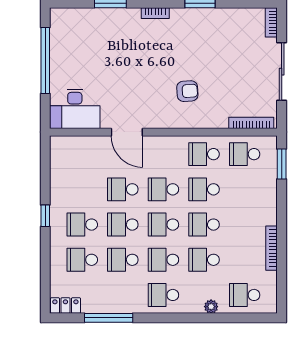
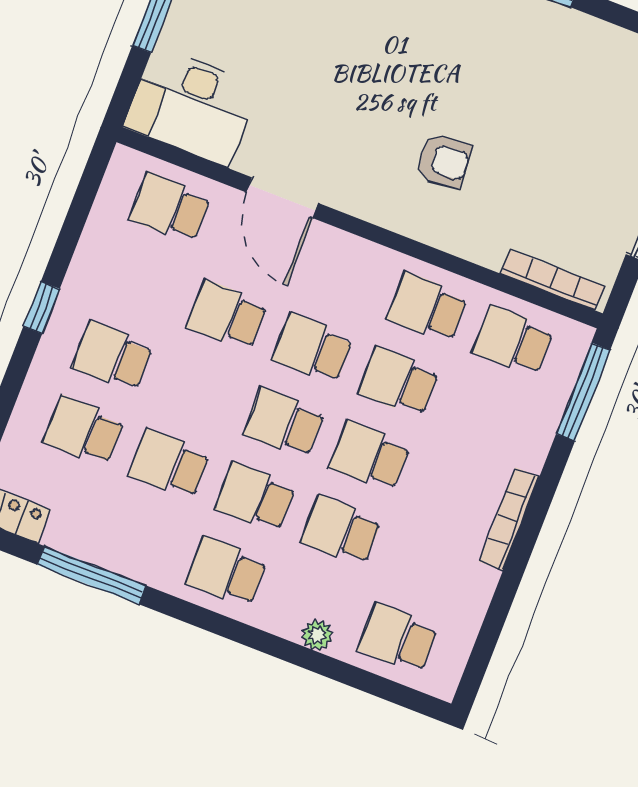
window: (282, 164) -> (583, 392), width x1.44
school desk: (123, 225) -> (170, 208), moved
bookcase: (272, 248) -> (509, 519), moved

